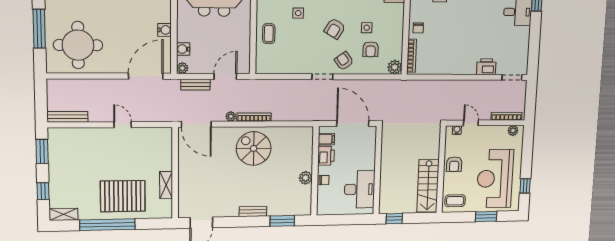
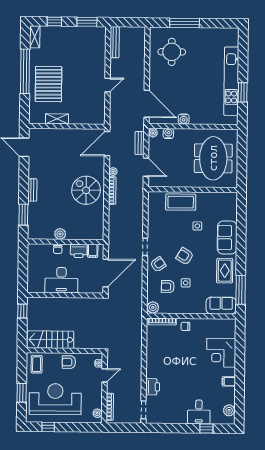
coffee table: (269, 34) -> (181, 202), width x1.86, depth x1.72
round table: (78, 45) -> (172, 52), width x0.73, depth x0.73
spiral stairs: (254, 148) -> (86, 190), turned -90
desk: (359, 189) -> (61, 280), moved

